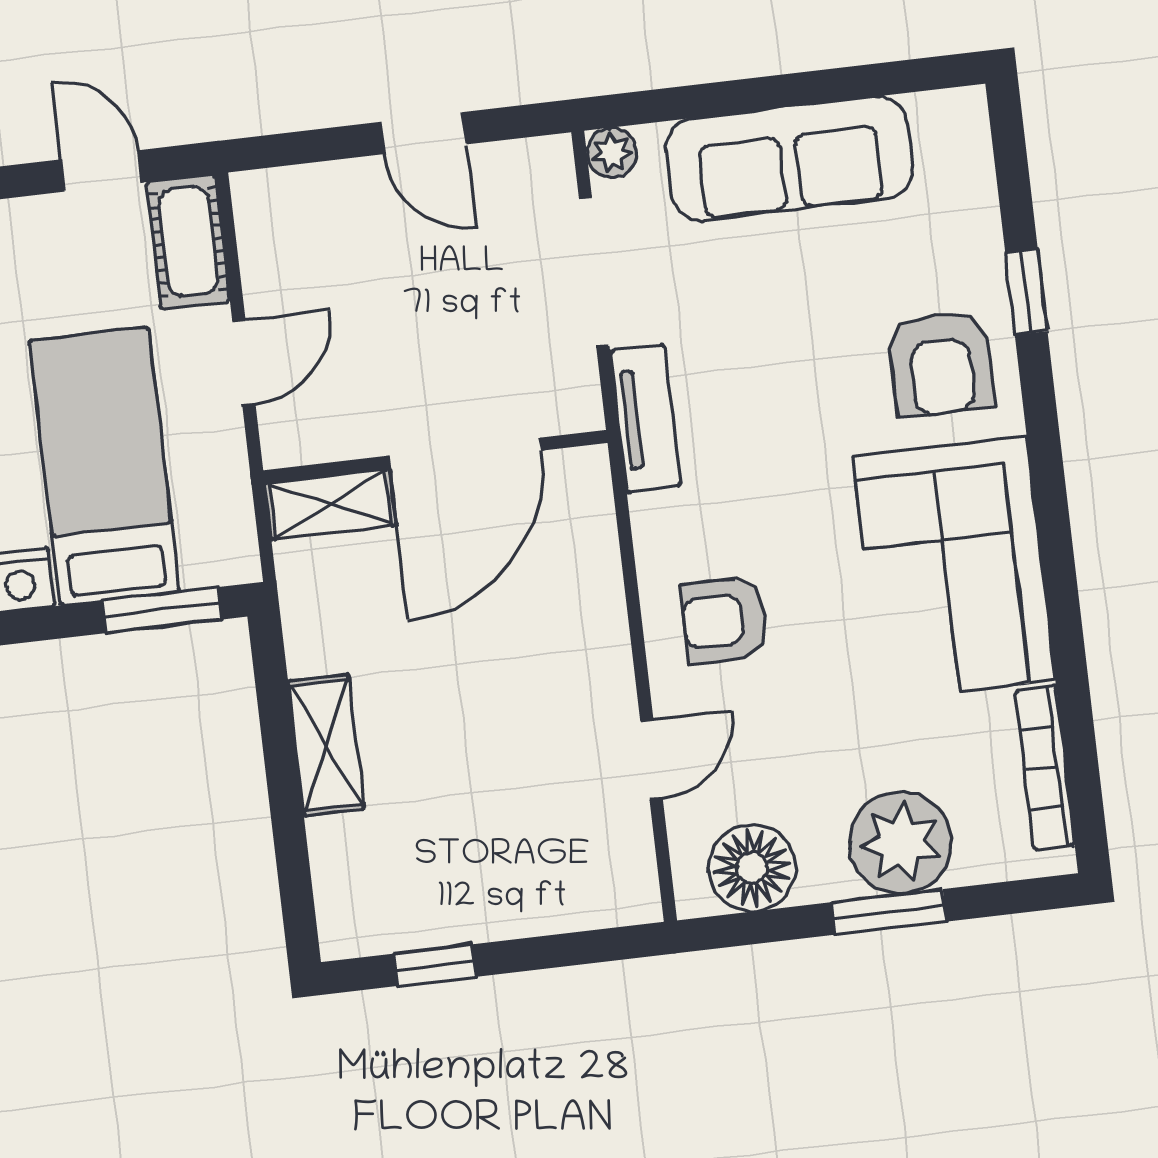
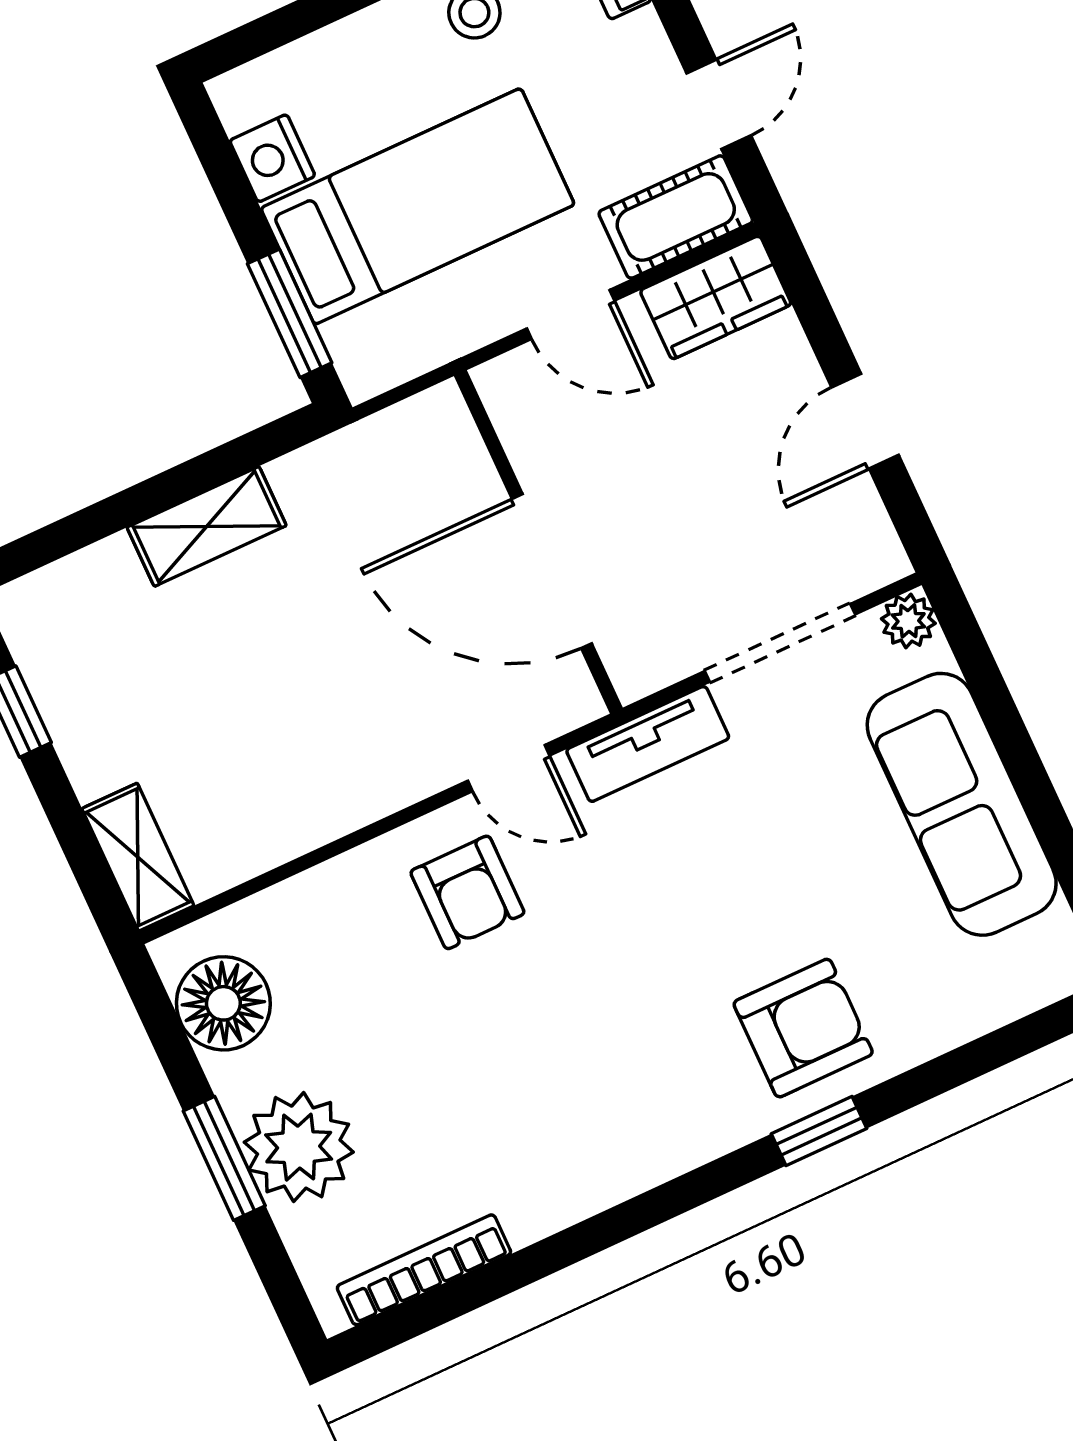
wardrobe: (271, 229) -> (716, 297), added
window: (1026, 292) -> (819, 1131), moved
armchair: (941, 363) -> (803, 1028), turned 180
shelving: (330, 504) -> (138, 857), moved
corner sofa: (954, 568) -> (597, 1110), removed
armchair: (724, 620) -> (467, 892), turned 180
door: (652, 760) -> (509, 768), moved

